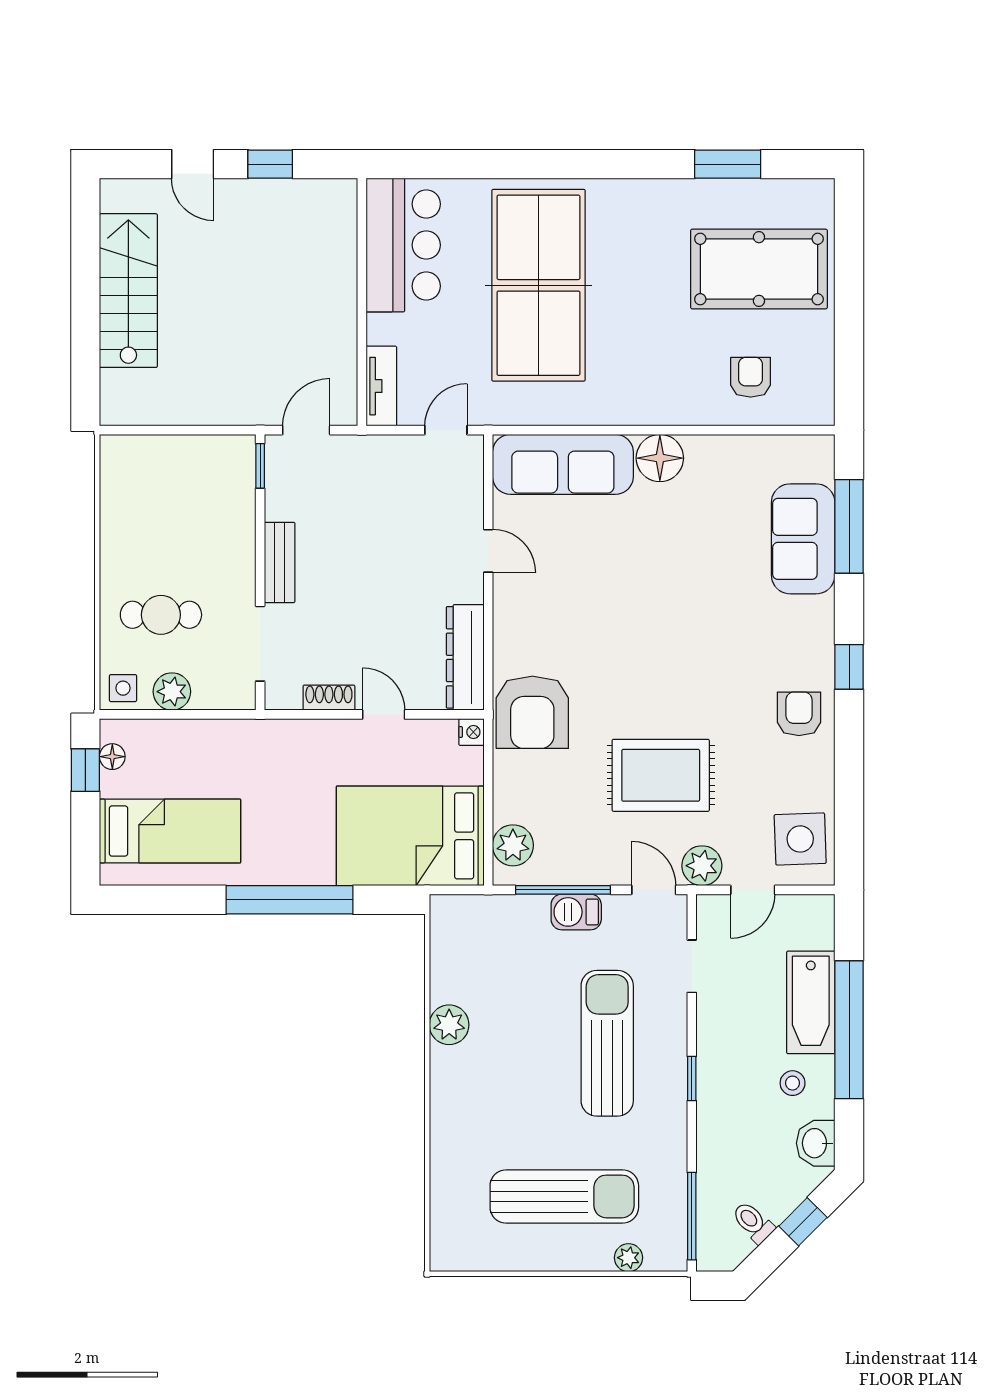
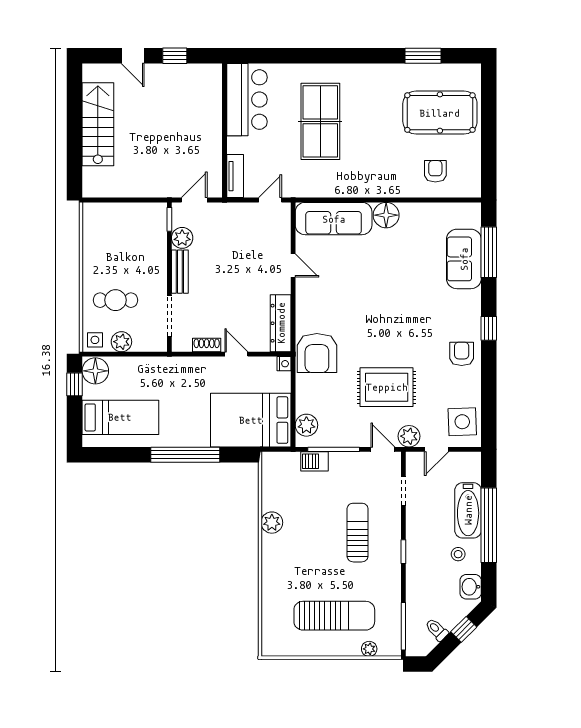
table tennis table: (538, 285) -> (320, 121), width x0.73, depth x0.76
plant: (284, 500) -> (182, 238), added
floor lamp: (112, 757) -> (95, 371), width x1.89, depth x1.89
barbecue: (576, 912) -> (315, 461), moved
sun lounger: (607, 1043) -> (358, 533), width x0.73, depth x0.75

